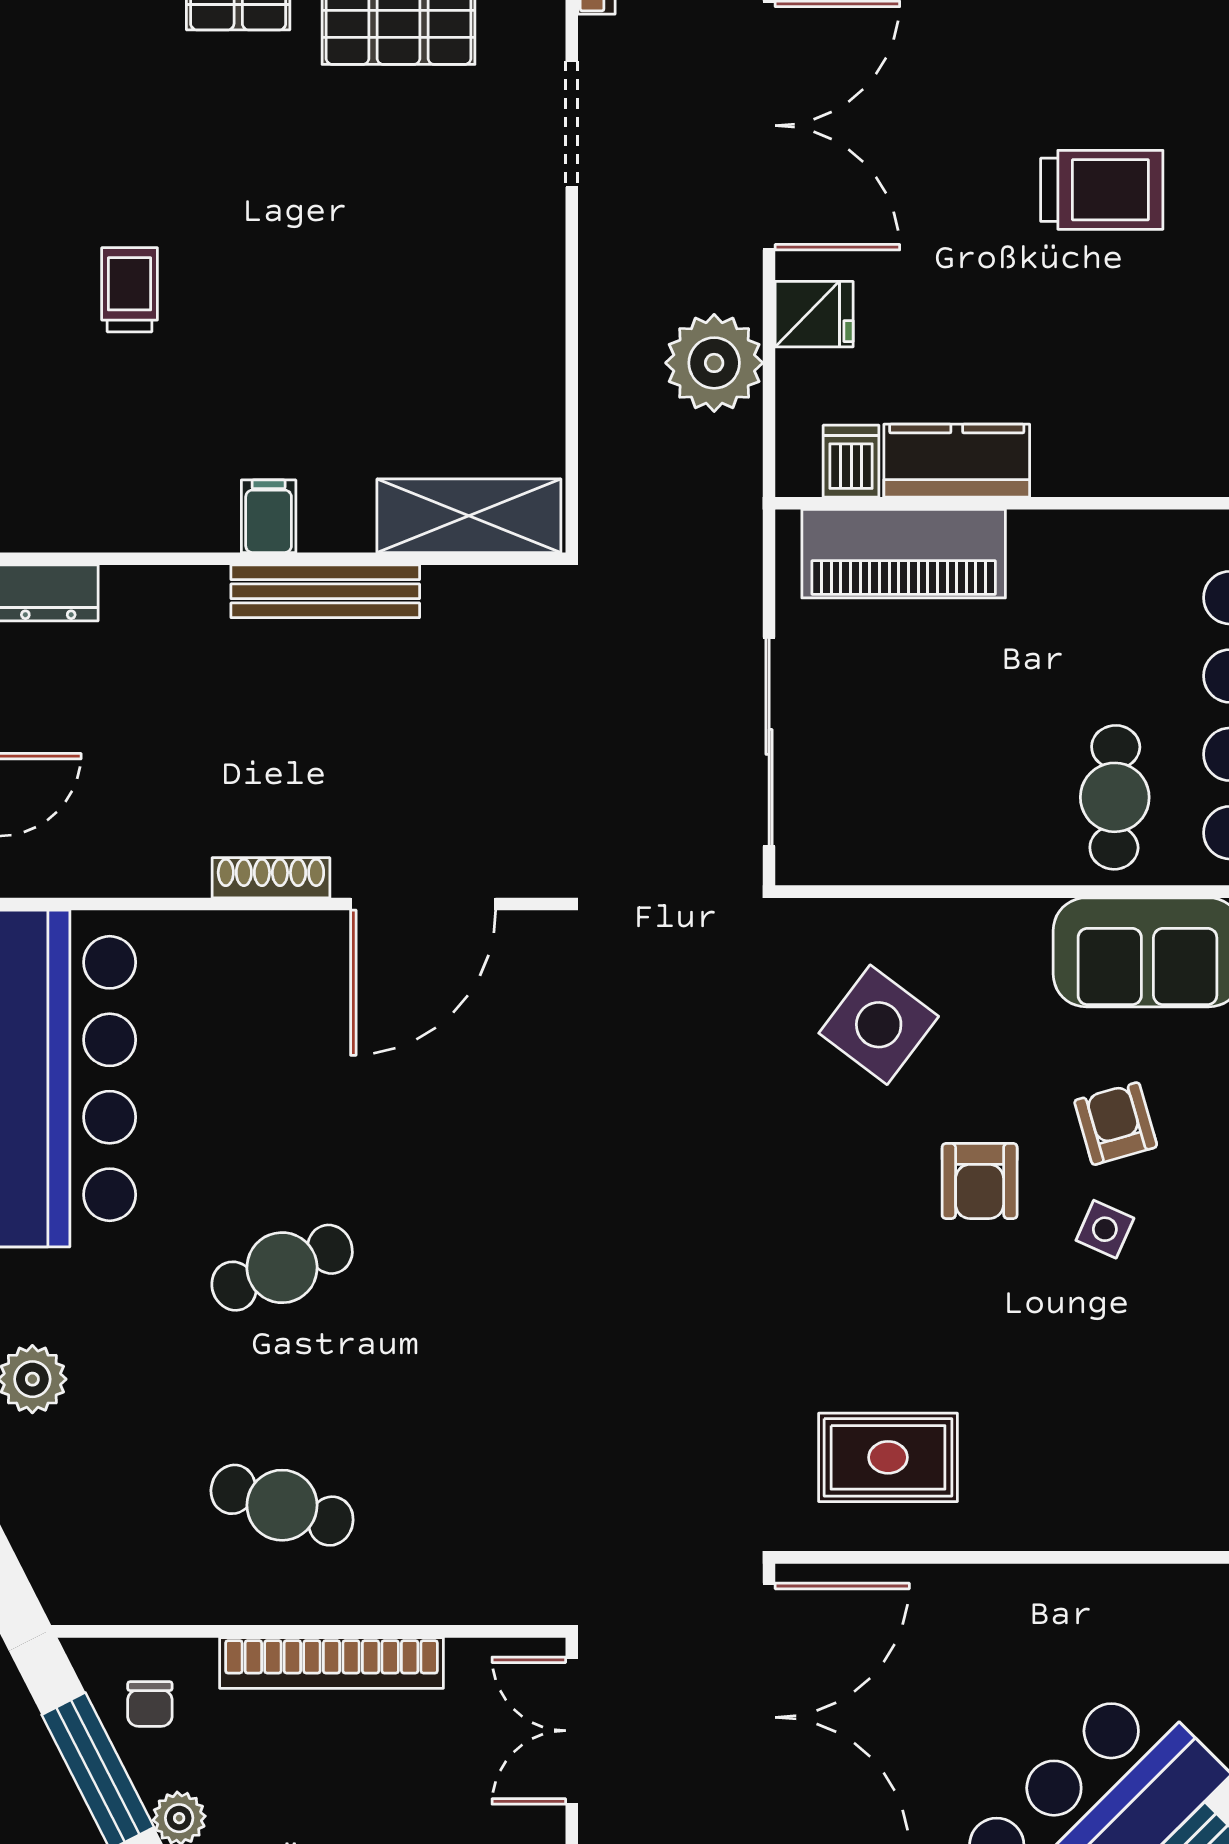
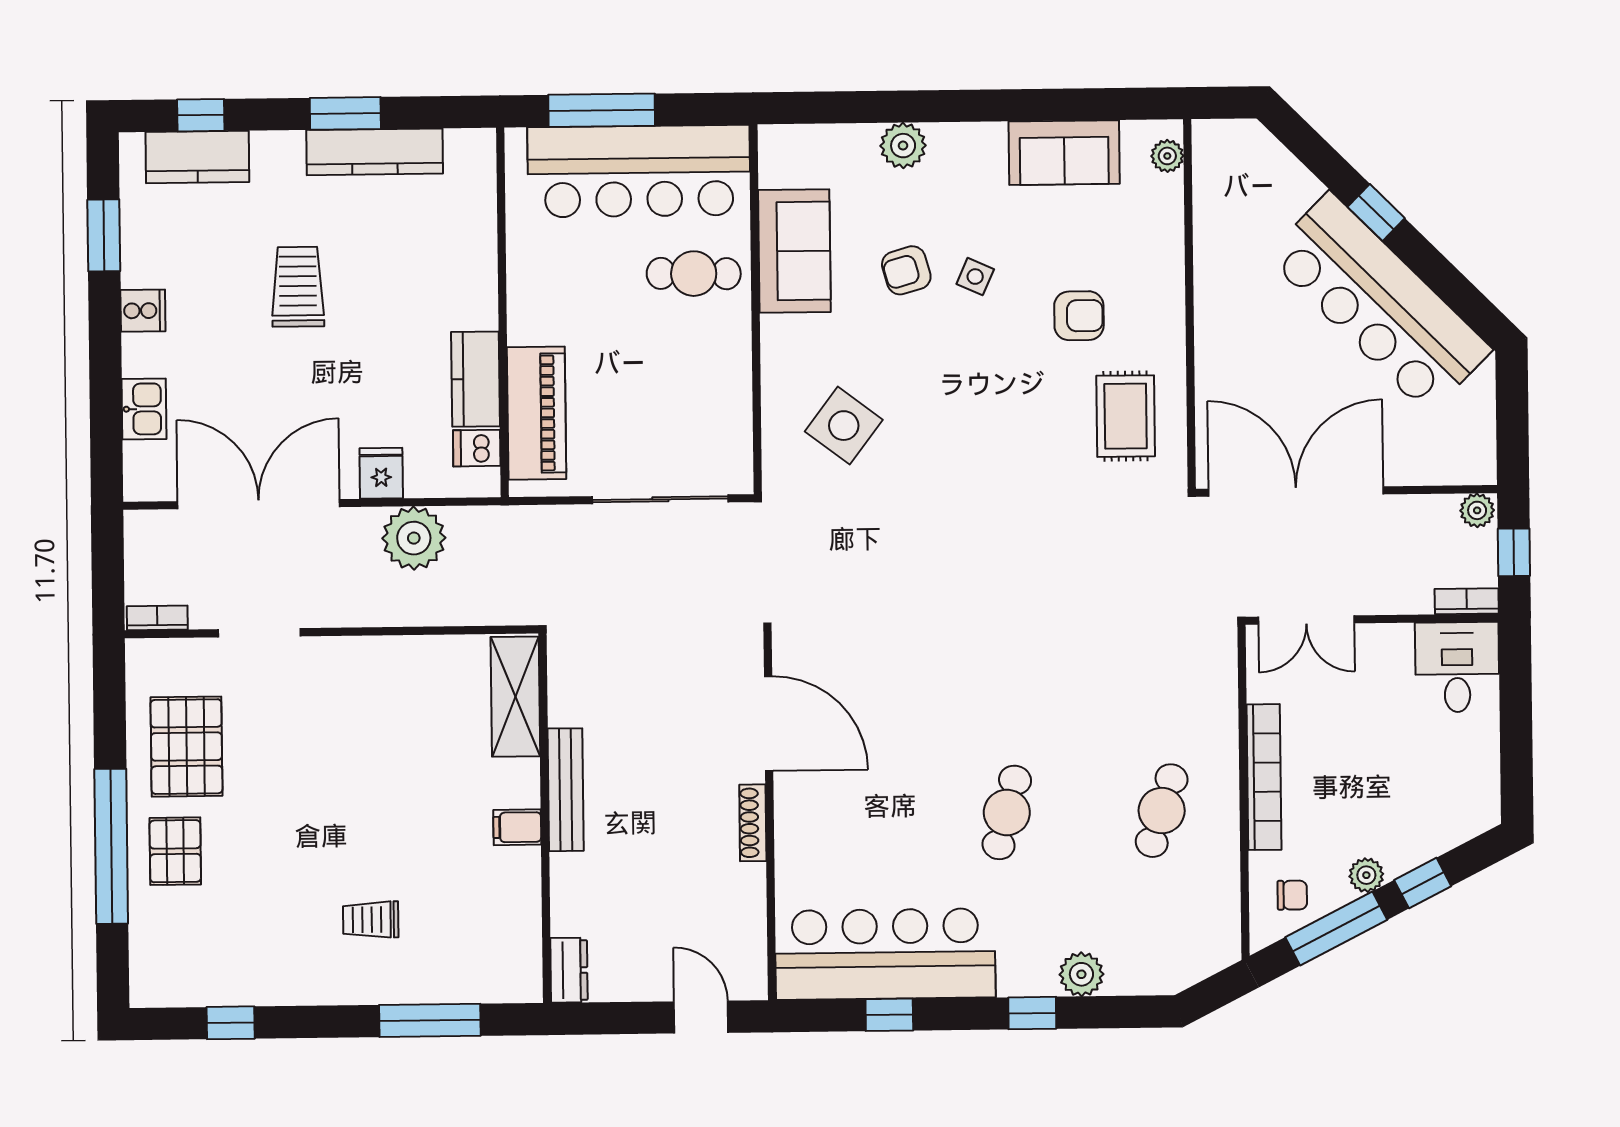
armchair: (980, 1181) -> (1079, 316), moved
cafe table: (282, 1268) -> (1007, 812), turned 36

